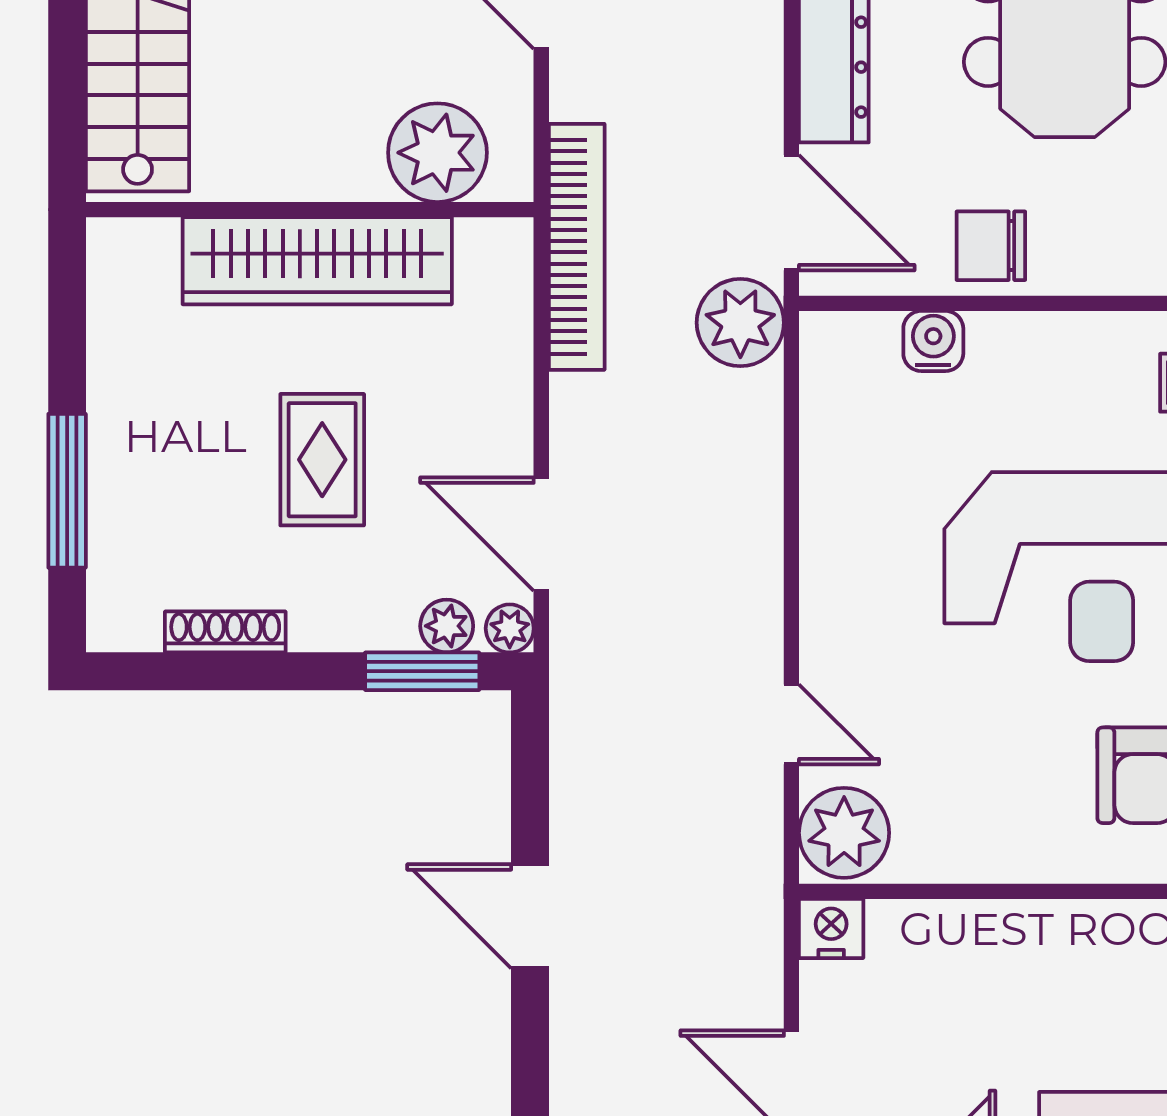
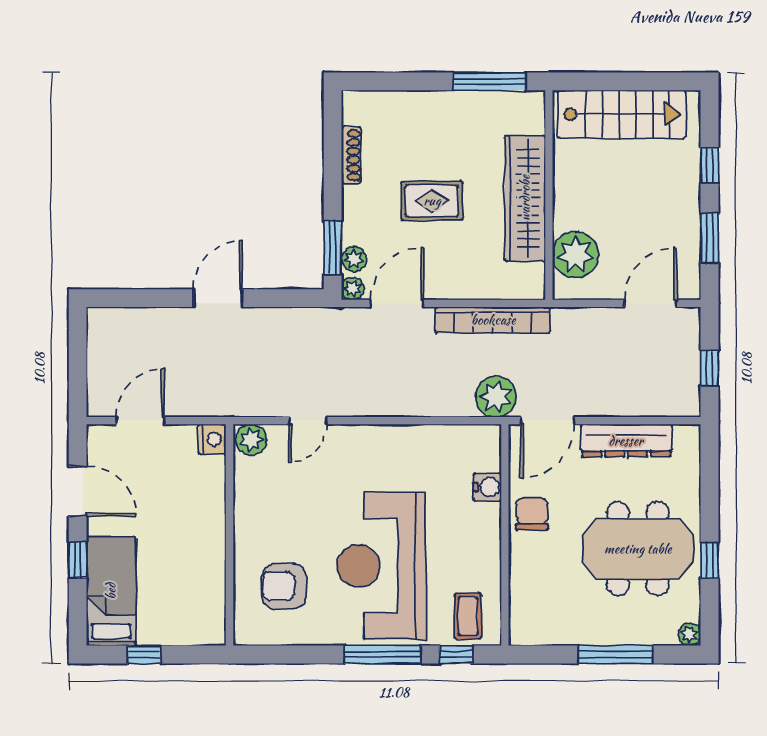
bookcase: (577, 247) -> (493, 320), moved
window: (67, 491) -> (490, 81), moved
plant: (844, 833) -> (251, 440), width x0.73, depth x0.73

